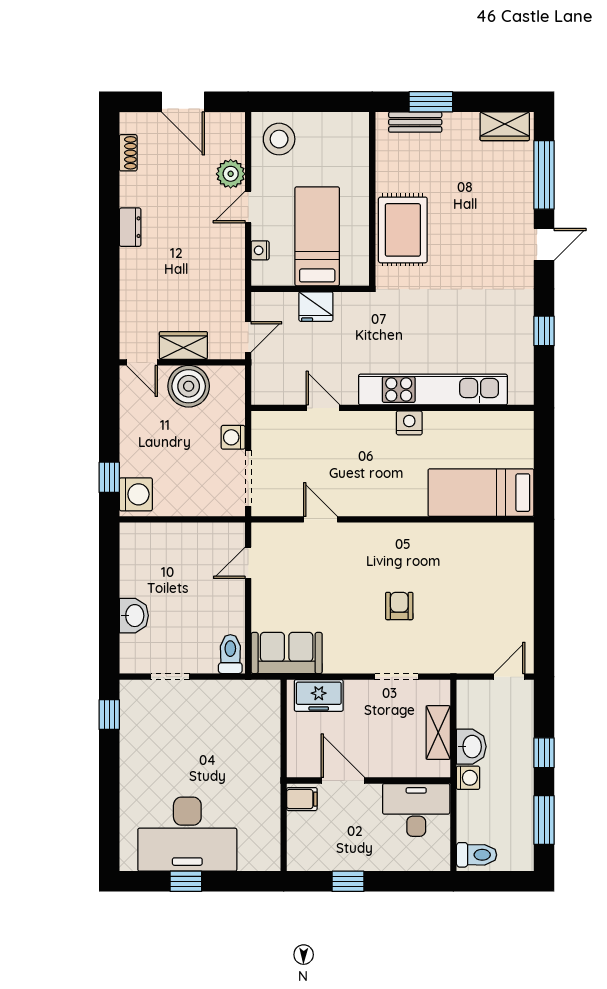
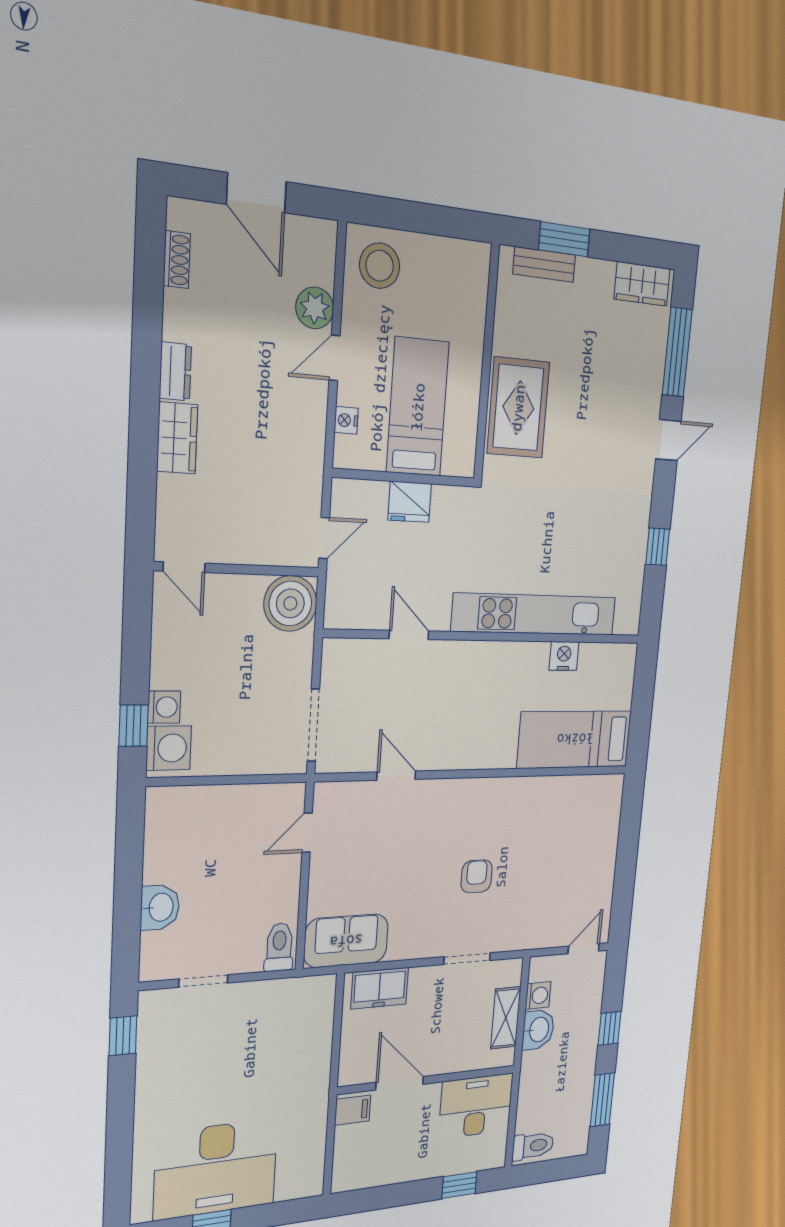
wardrobe: (183, 345) -> (177, 438), moved, turned 90
boiler: (189, 386) -> (290, 603), moved
nightstand: (409, 423) -> (564, 656), moved
washing machine: (233, 437) -> (164, 707), moved, turned 180
washing machine: (468, 778) -> (538, 996), moved
window: (348, 881) -> (459, 1185), moved

